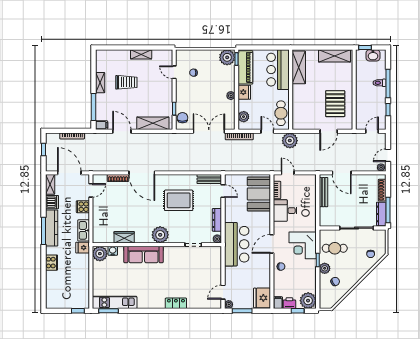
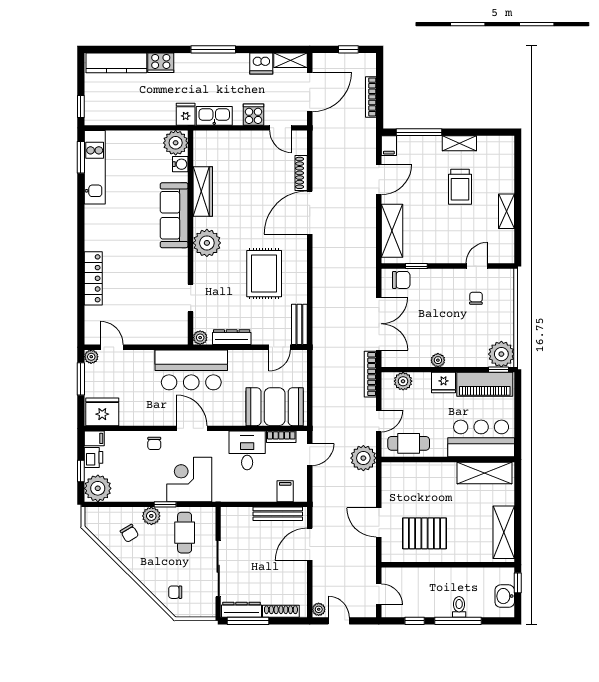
filing cabinet: (310, 188) -> (285, 491), added
kitchen counter: (52, 228) -> (116, 63), moved
wardrobe: (124, 237) -> (203, 191), width x1.50
locker: (176, 303) -> (93, 278), width x1.53

